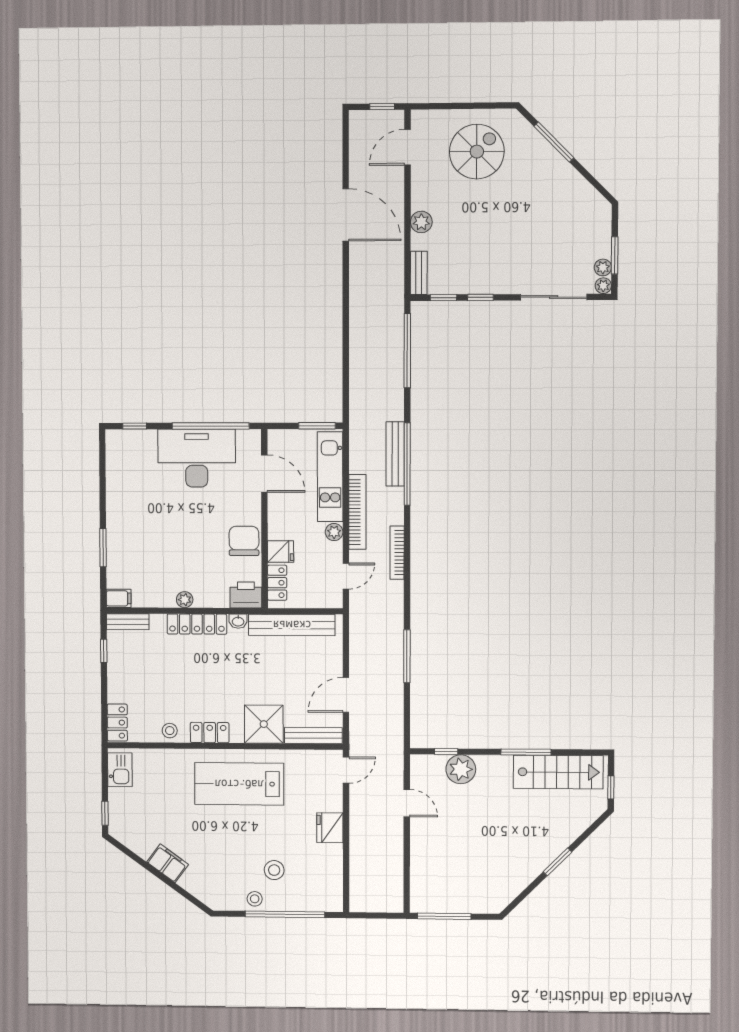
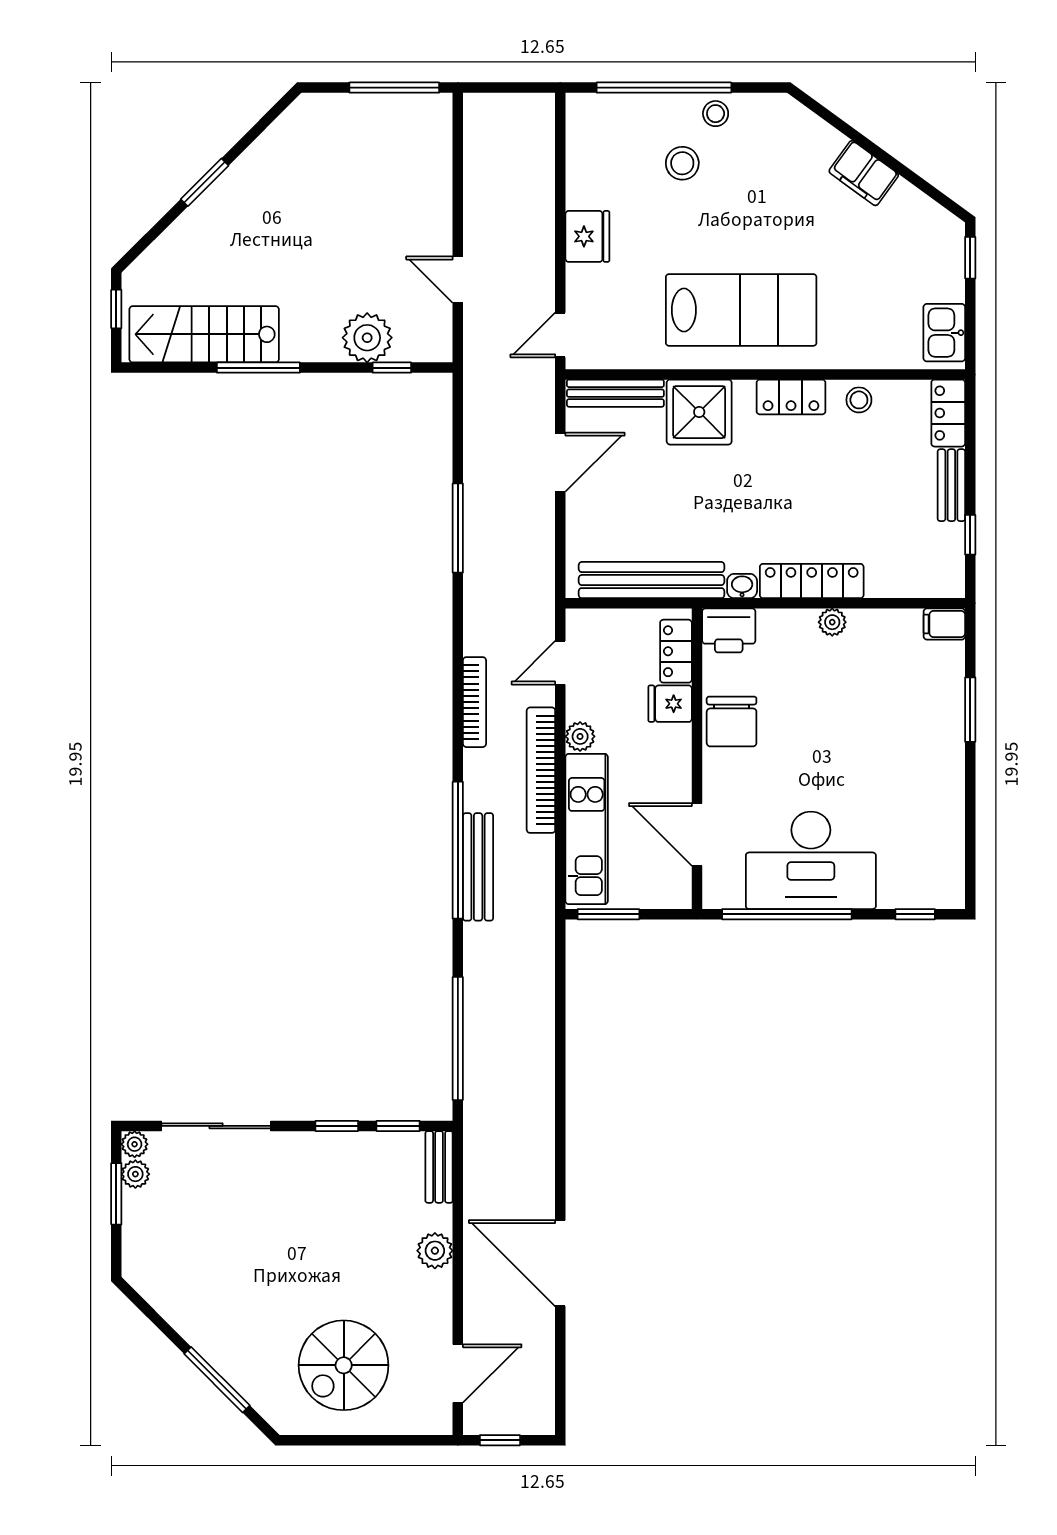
bench: (128, 622) -> (951, 485), moved, turned 90

